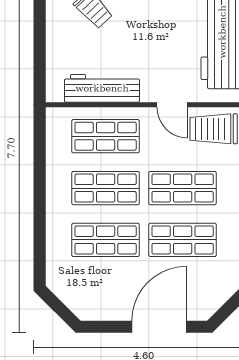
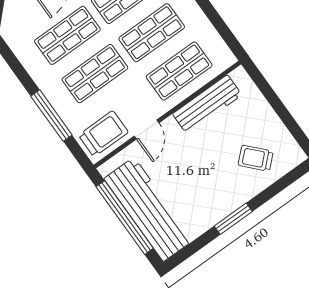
door: (172, 105) -> (147, 129), swing flipped

